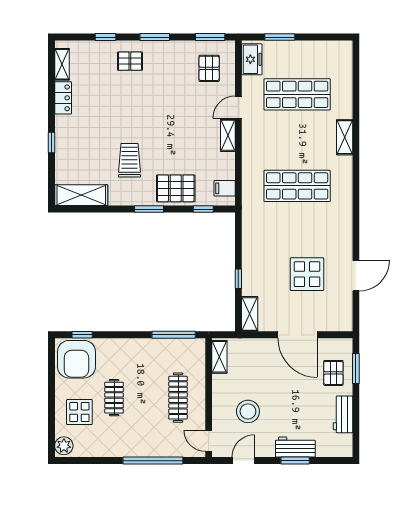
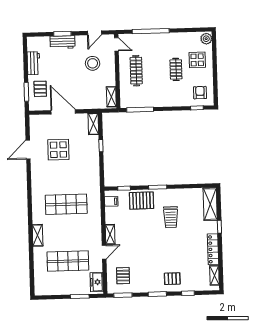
locker: (63, 98) -> (213, 249), width x1.53
shelving: (81, 195) -> (210, 204), moved, turned 90
armchair: (76, 359) -> (200, 93), width x0.53, depth x0.53

